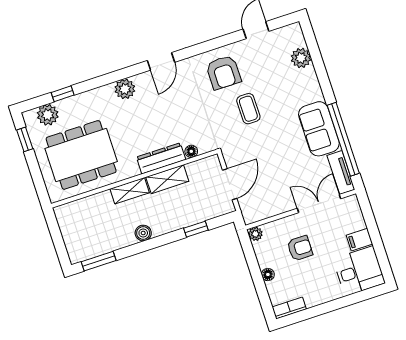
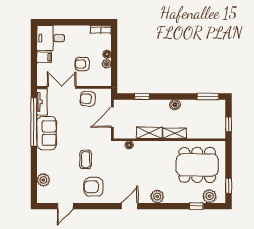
armchair: (223, 72) -> (94, 187), turned -90
dresser: (161, 158) -> (149, 147), removed
armchair: (275, 199) -> (88, 99), added
double door: (319, 204) -> (62, 87), swing flipped
window: (55, 230) -> (229, 124), added
plant: (255, 234) -> (107, 64), moved

